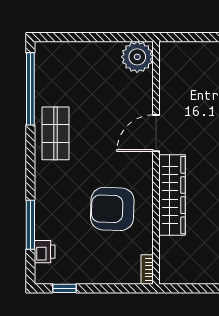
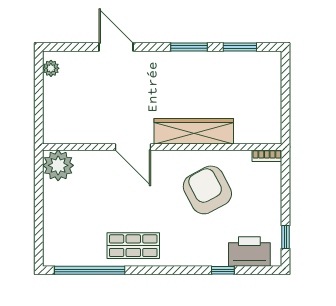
armchair: (112, 209) -> (207, 190), turned 150
window: (30, 225) -> (223, 270), width x0.46
printer: (45, 252) -> (249, 252), width x1.87, depth x1.48

